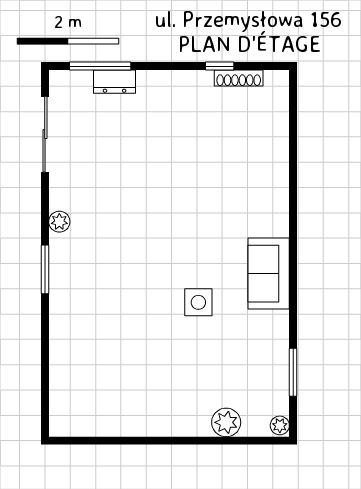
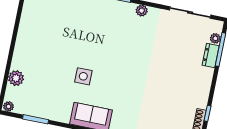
plant: (82, 79) -> (215, 38), added

